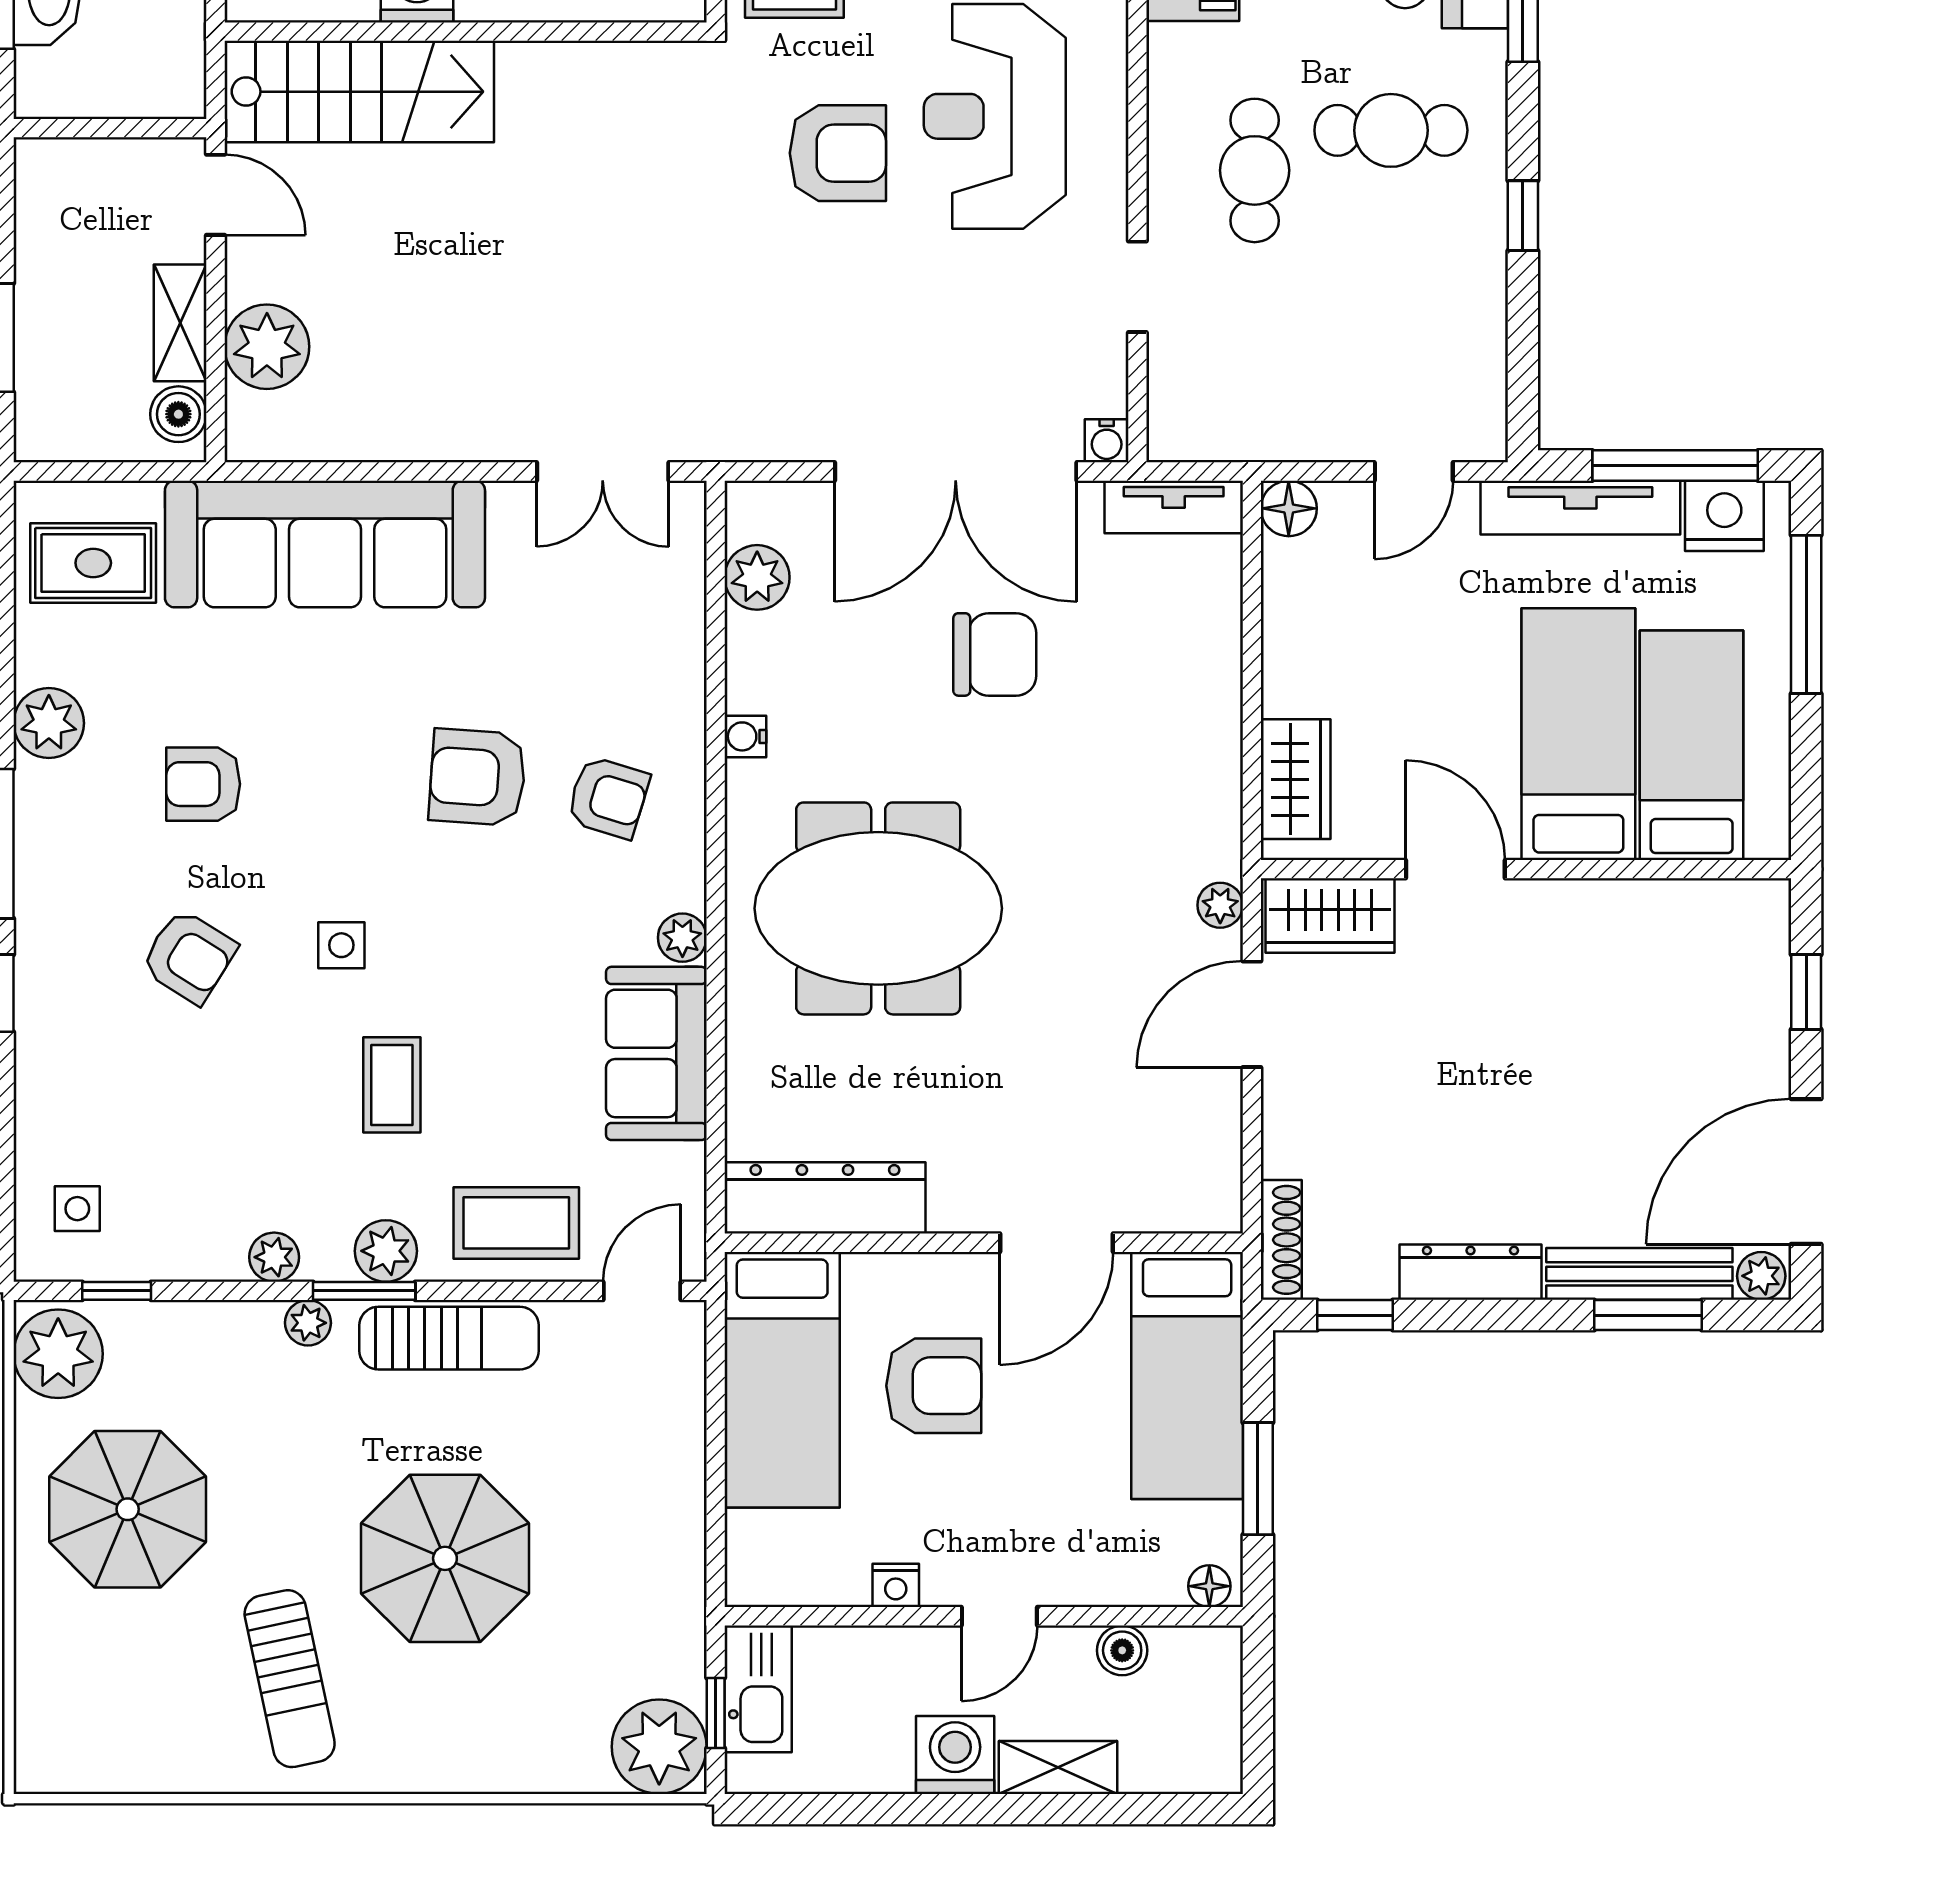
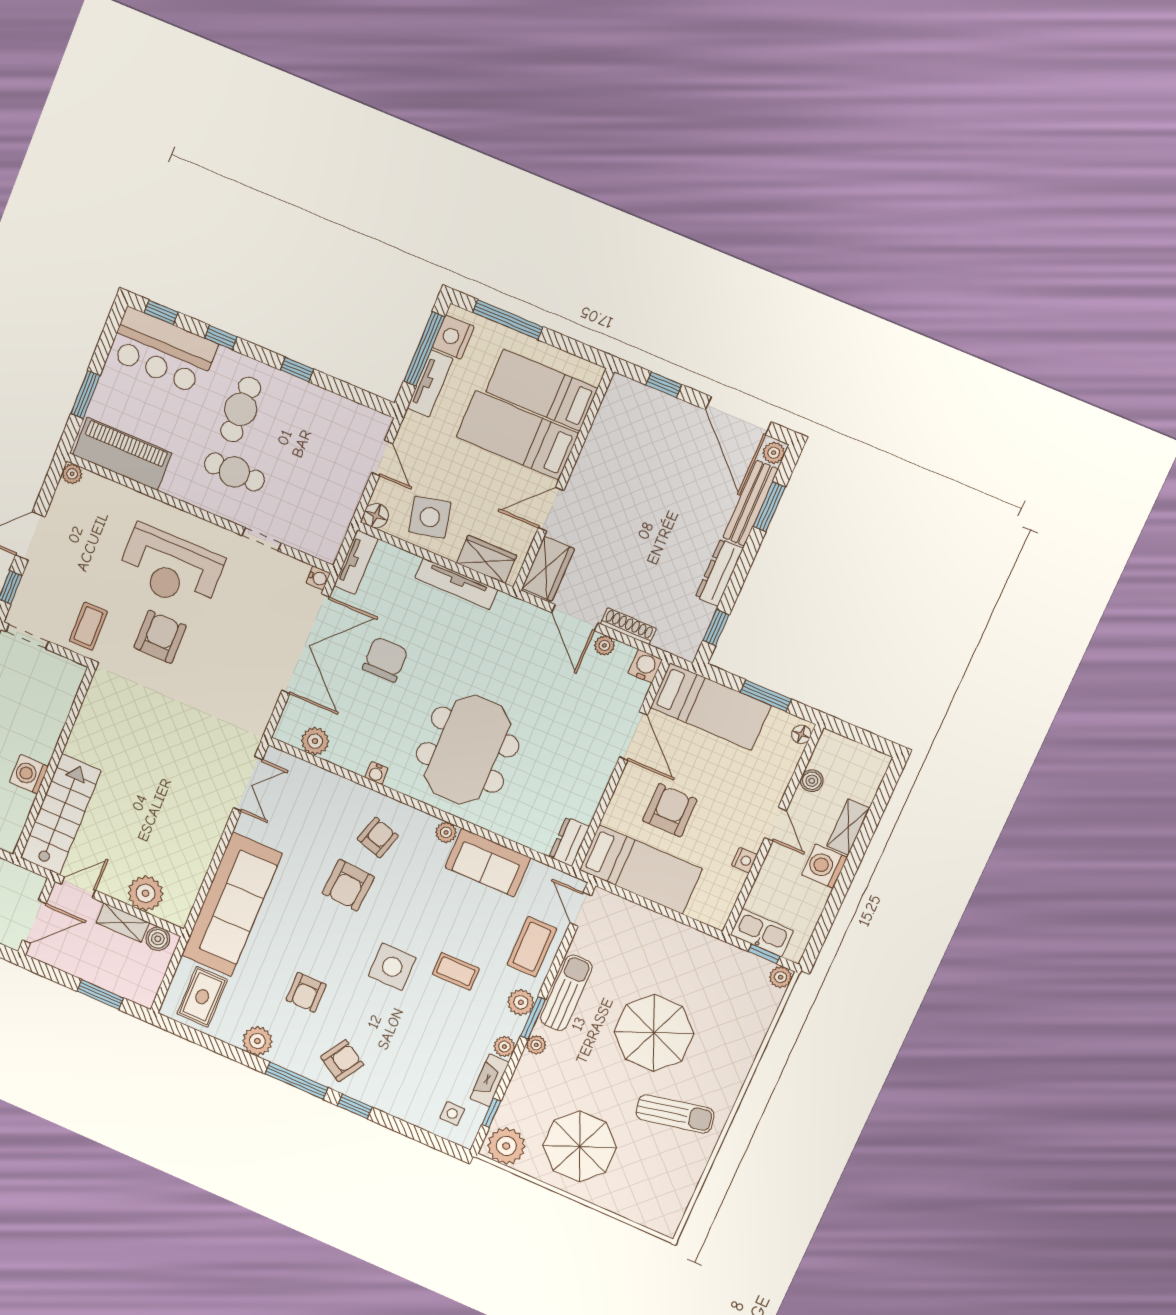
door: (96, 128) -> (34, 922), added
tv unit: (1580, 508) -> (430, 383), width x0.71
side table: (1333, 623) -> (430, 517), added
tv unit: (1218, 738) -> (456, 584), added
plant: (1220, 905) -> (604, 645), moved
side table: (341, 945) -> (392, 967), width x1.87, depth x1.87
armchair: (189, 956) -> (342, 1061), moved
dresser: (825, 1198) -> (569, 842), width x0.51, depth x0.80
water cooler: (1213, 1204) -> (645, 666), added
shoe rack: (1281, 1240) -> (628, 626), moved
fireplace: (186, 1257) -> (489, 1080), added
plant: (659, 1747) -> (781, 977), width x0.53, depth x0.53

